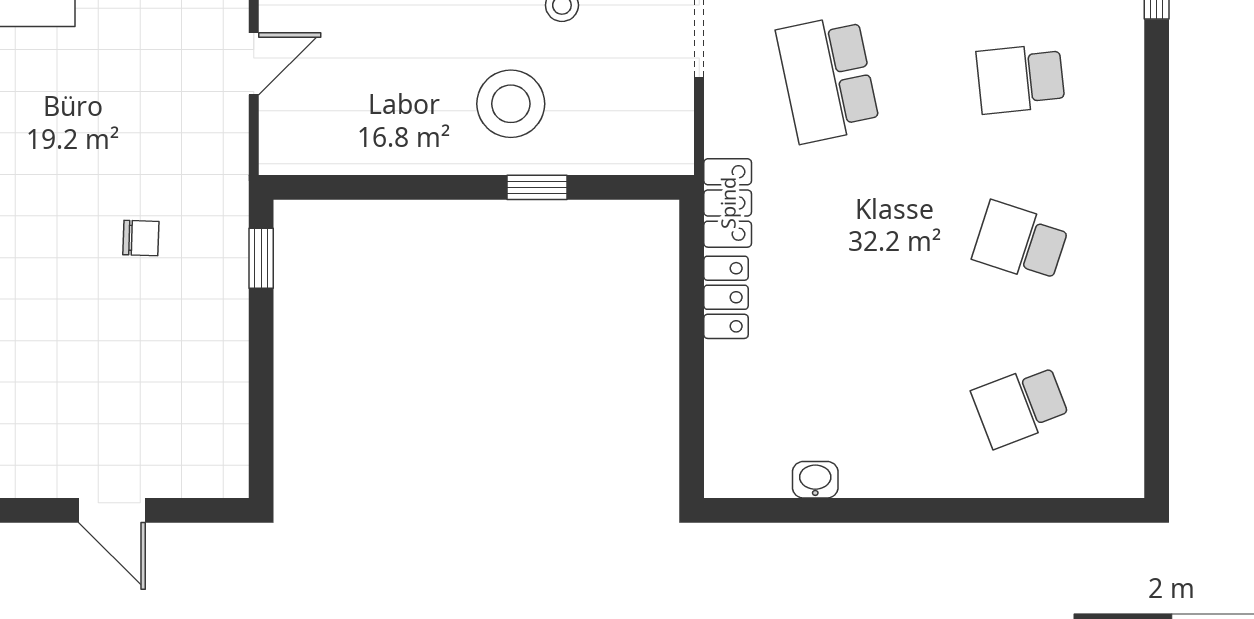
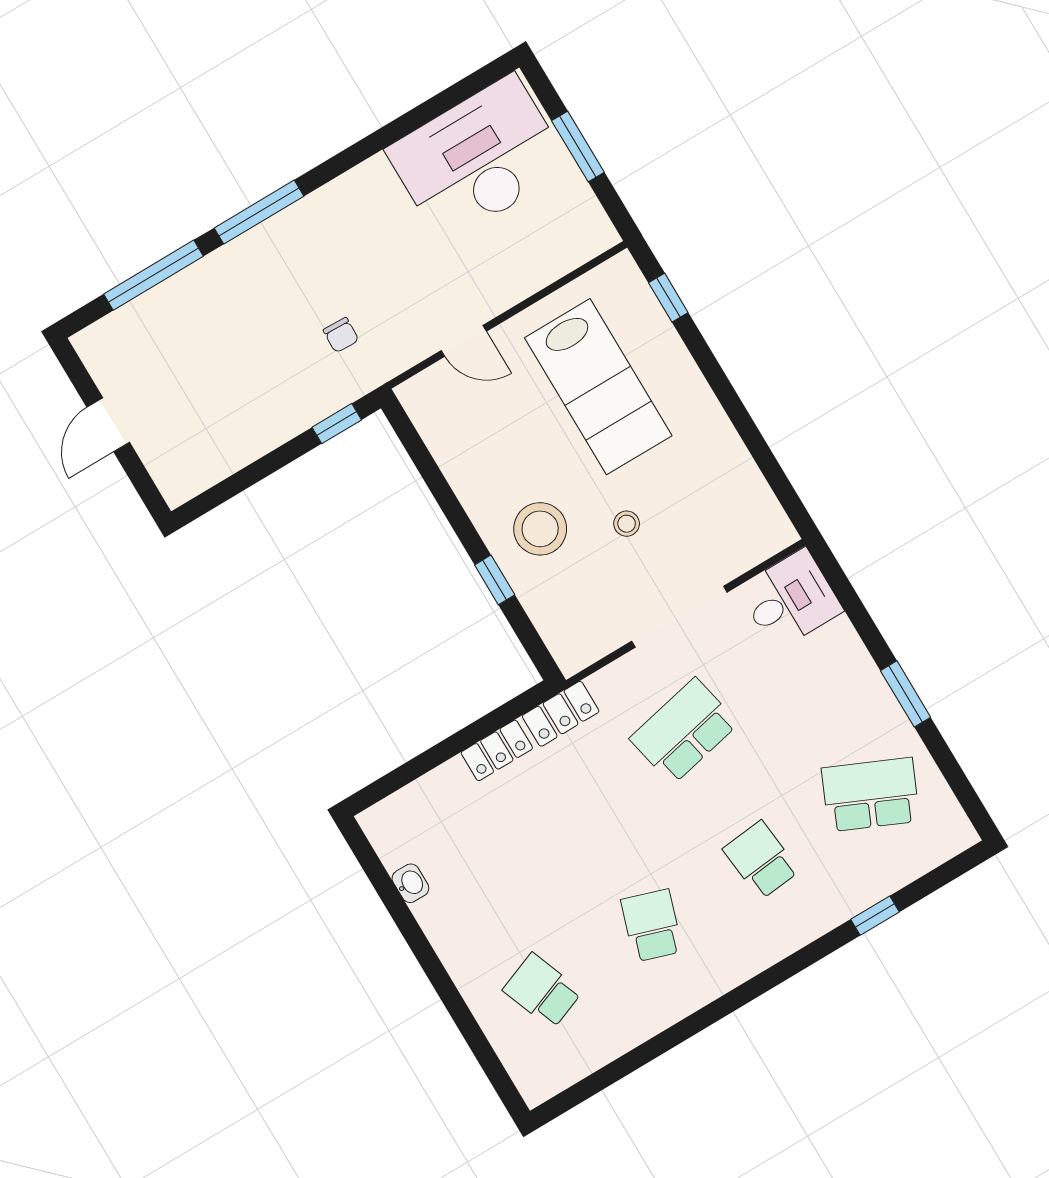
chair: (141, 238) -> (341, 335), moved

